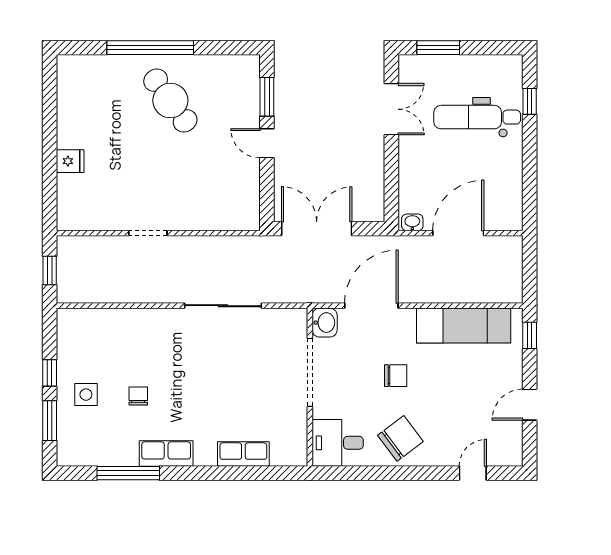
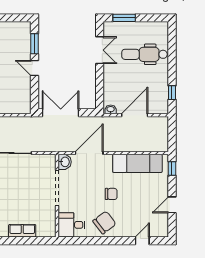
window: (530, 101) -> (172, 93), moved
chair: (396, 376) -> (111, 194), moved

